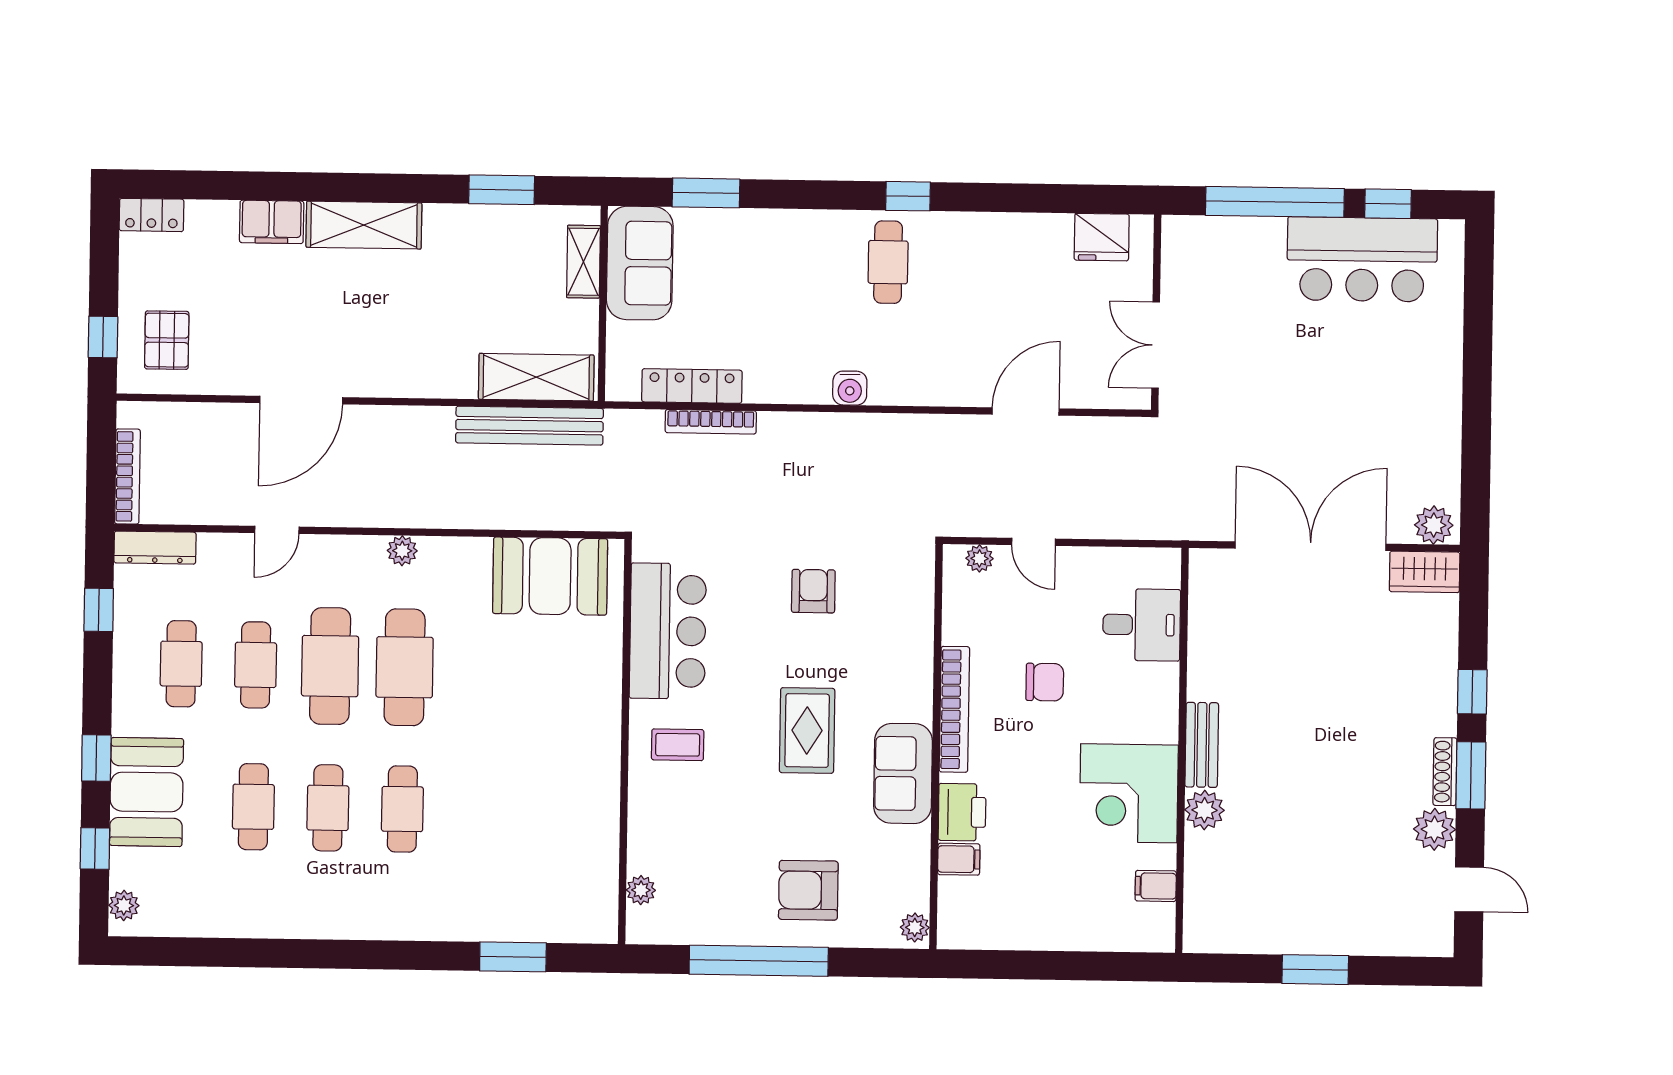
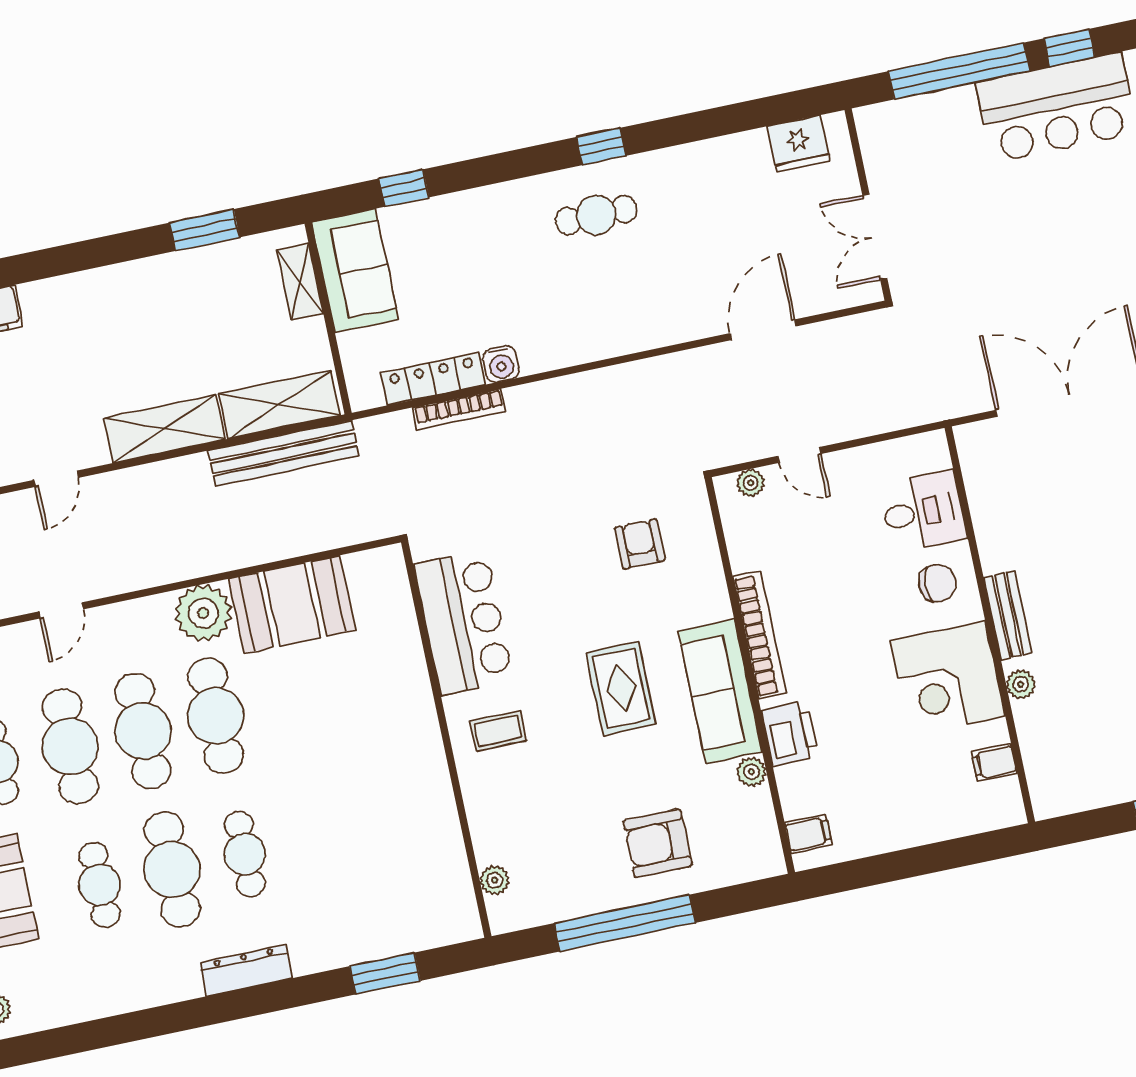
window: (706, 193) -> (404, 188), width x0.67
shelving: (364, 225) -> (165, 429), moved
cafe table: (888, 262) -> (596, 215), turned 90
water cooler: (850, 388) -> (501, 364), moved
door: (301, 400) -> (56, 479), width x0.53
plant: (402, 551) -> (203, 613), width x1.88, depth x1.88
booth: (550, 576) -> (292, 604), moved
armchair: (813, 591) -> (640, 544), moved
cafe table: (256, 665) -> (70, 746), width x1.37, depth x1.35
chair: (1045, 682) -> (937, 583), moved
sofa: (903, 773) -> (720, 691), width x1.36
cafe table: (328, 808) -> (172, 869), width x1.37, depth x1.35
plant: (1204, 810) -> (1021, 684), width x0.73, depth x0.73
filing cabinet: (959, 859) -> (808, 834), moved
dresser: (378, 923) -> (246, 970), added
plant: (915, 927) -> (751, 772), moved

